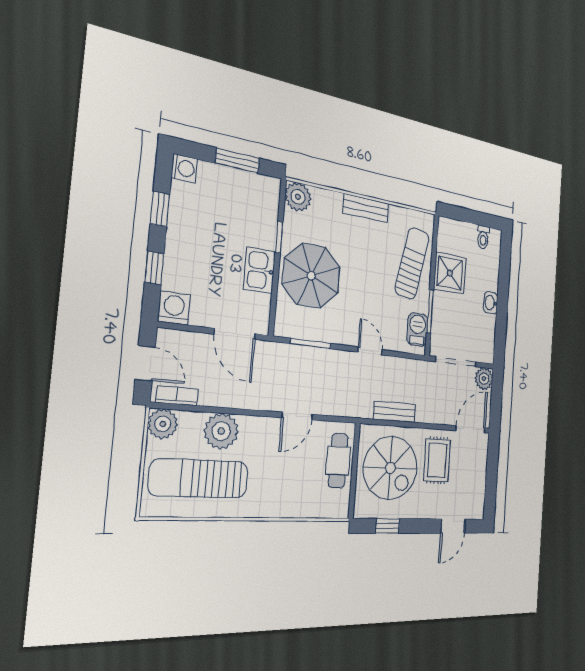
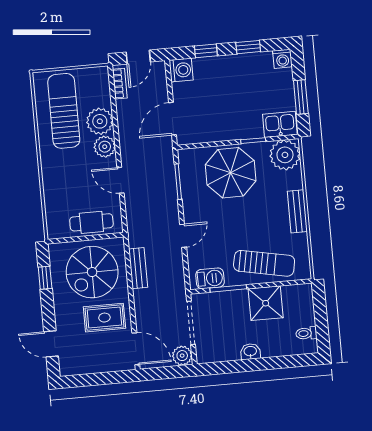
plant: (298, 197) -> (285, 155), width x1.36, depth x1.36
kitchen sink: (260, 270) -> (280, 124), moved
plant: (163, 424) -> (105, 147), moved

